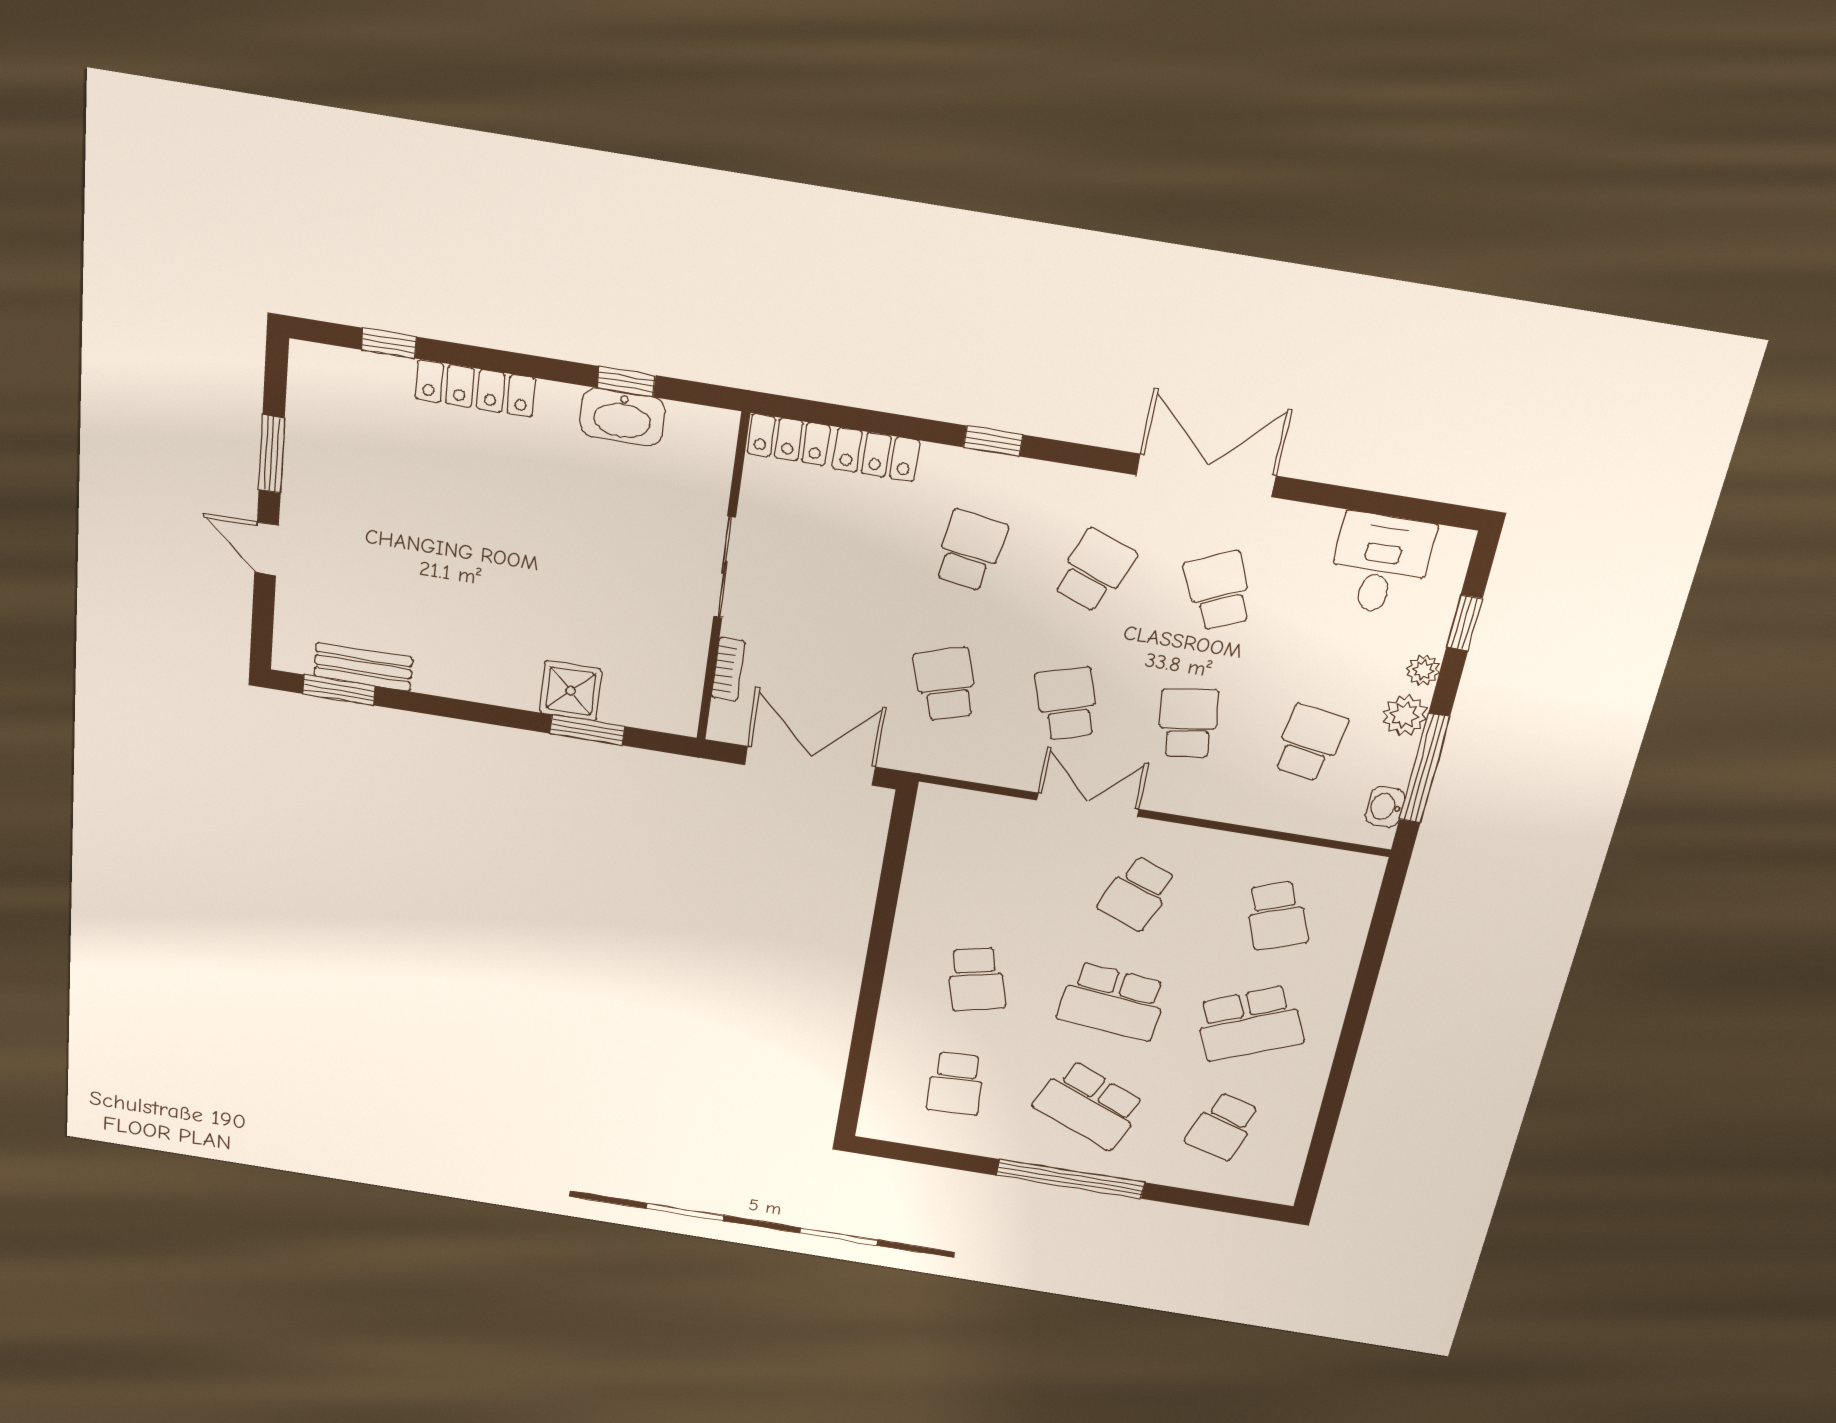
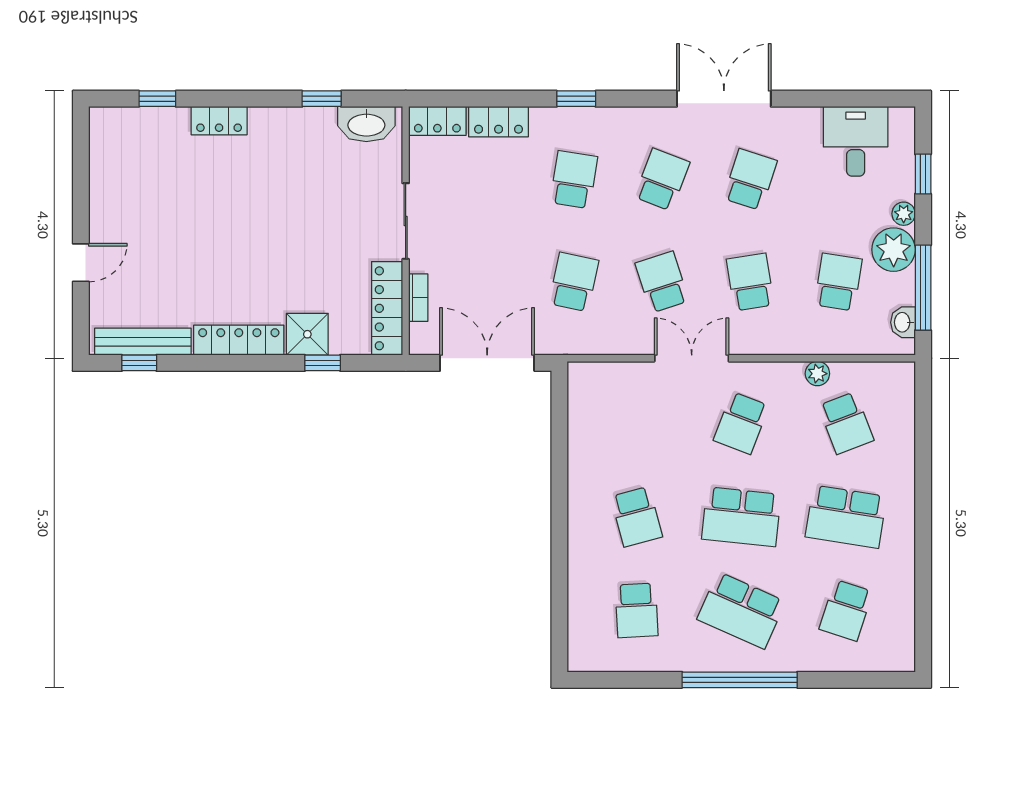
locker: (475, 388) -> (219, 121), width x0.66
washbasin: (623, 417) -> (366, 124), moved
window: (272, 454) -> (81, 192), removed
door: (267, 549) -> (81, 263), swing flipped
school desk: (1219, 591) -> (750, 180), turned 42
bench: (363, 667) -> (143, 342), width x1.36
locker: (684, 676) -> (387, 308), added
locker: (476, 683) -> (239, 340), added
school desk: (946, 684) -> (574, 282), turned 30
window: (339, 690) -> (139, 363), width x0.67
plant: (1405, 715) -> (894, 250), width x1.36, depth x1.36
window: (587, 730) -> (323, 363), width x0.67
plant: (1253, 851) -> (817, 374), added
school desk: (1249, 1023) -> (846, 517), turned 33

